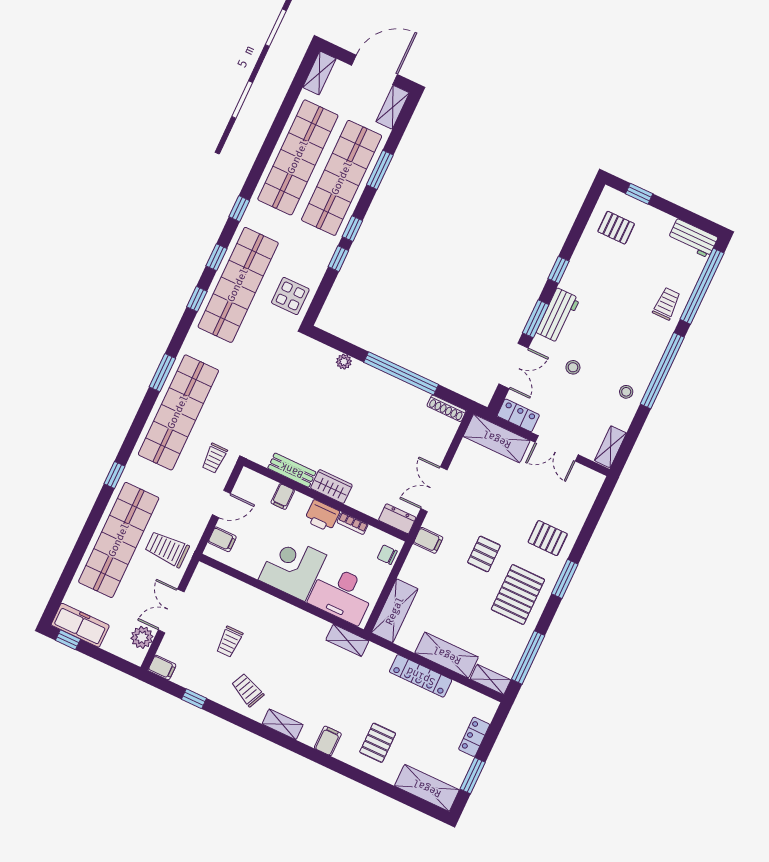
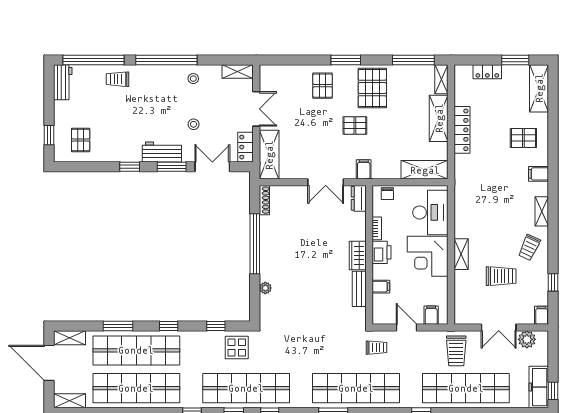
window: (338, 259) -> (216, 326), moved
pallet: (518, 595) -> (372, 88), turned 90
shelving: (347, 640) -> (461, 254), moved
trolley: (229, 642) -> (501, 276), width x1.36, depth x1.39

